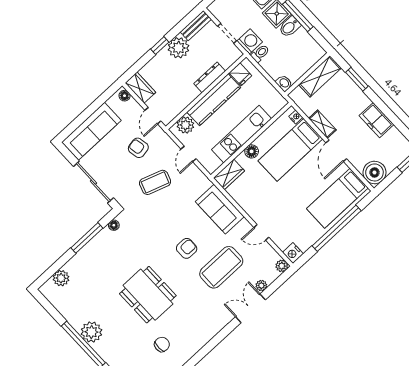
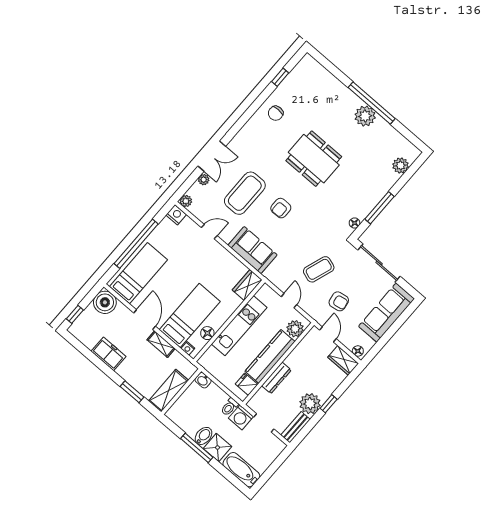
floor lamp: (252, 151) -> (207, 333), moved
chair: (162, 344) -> (276, 113), moved

